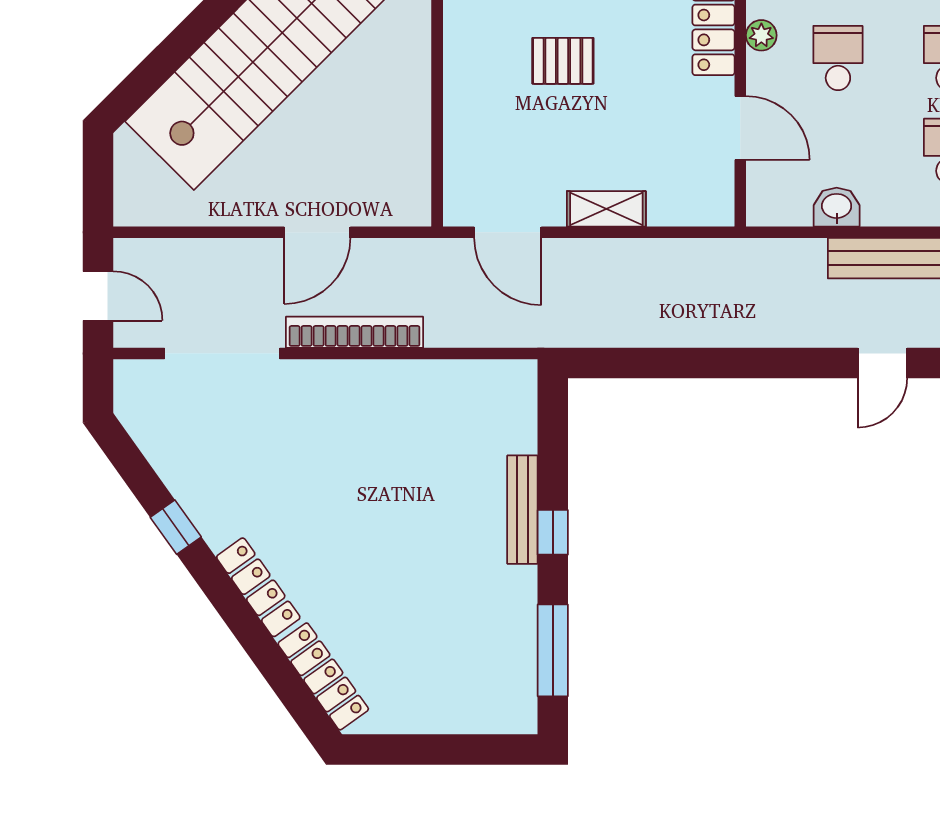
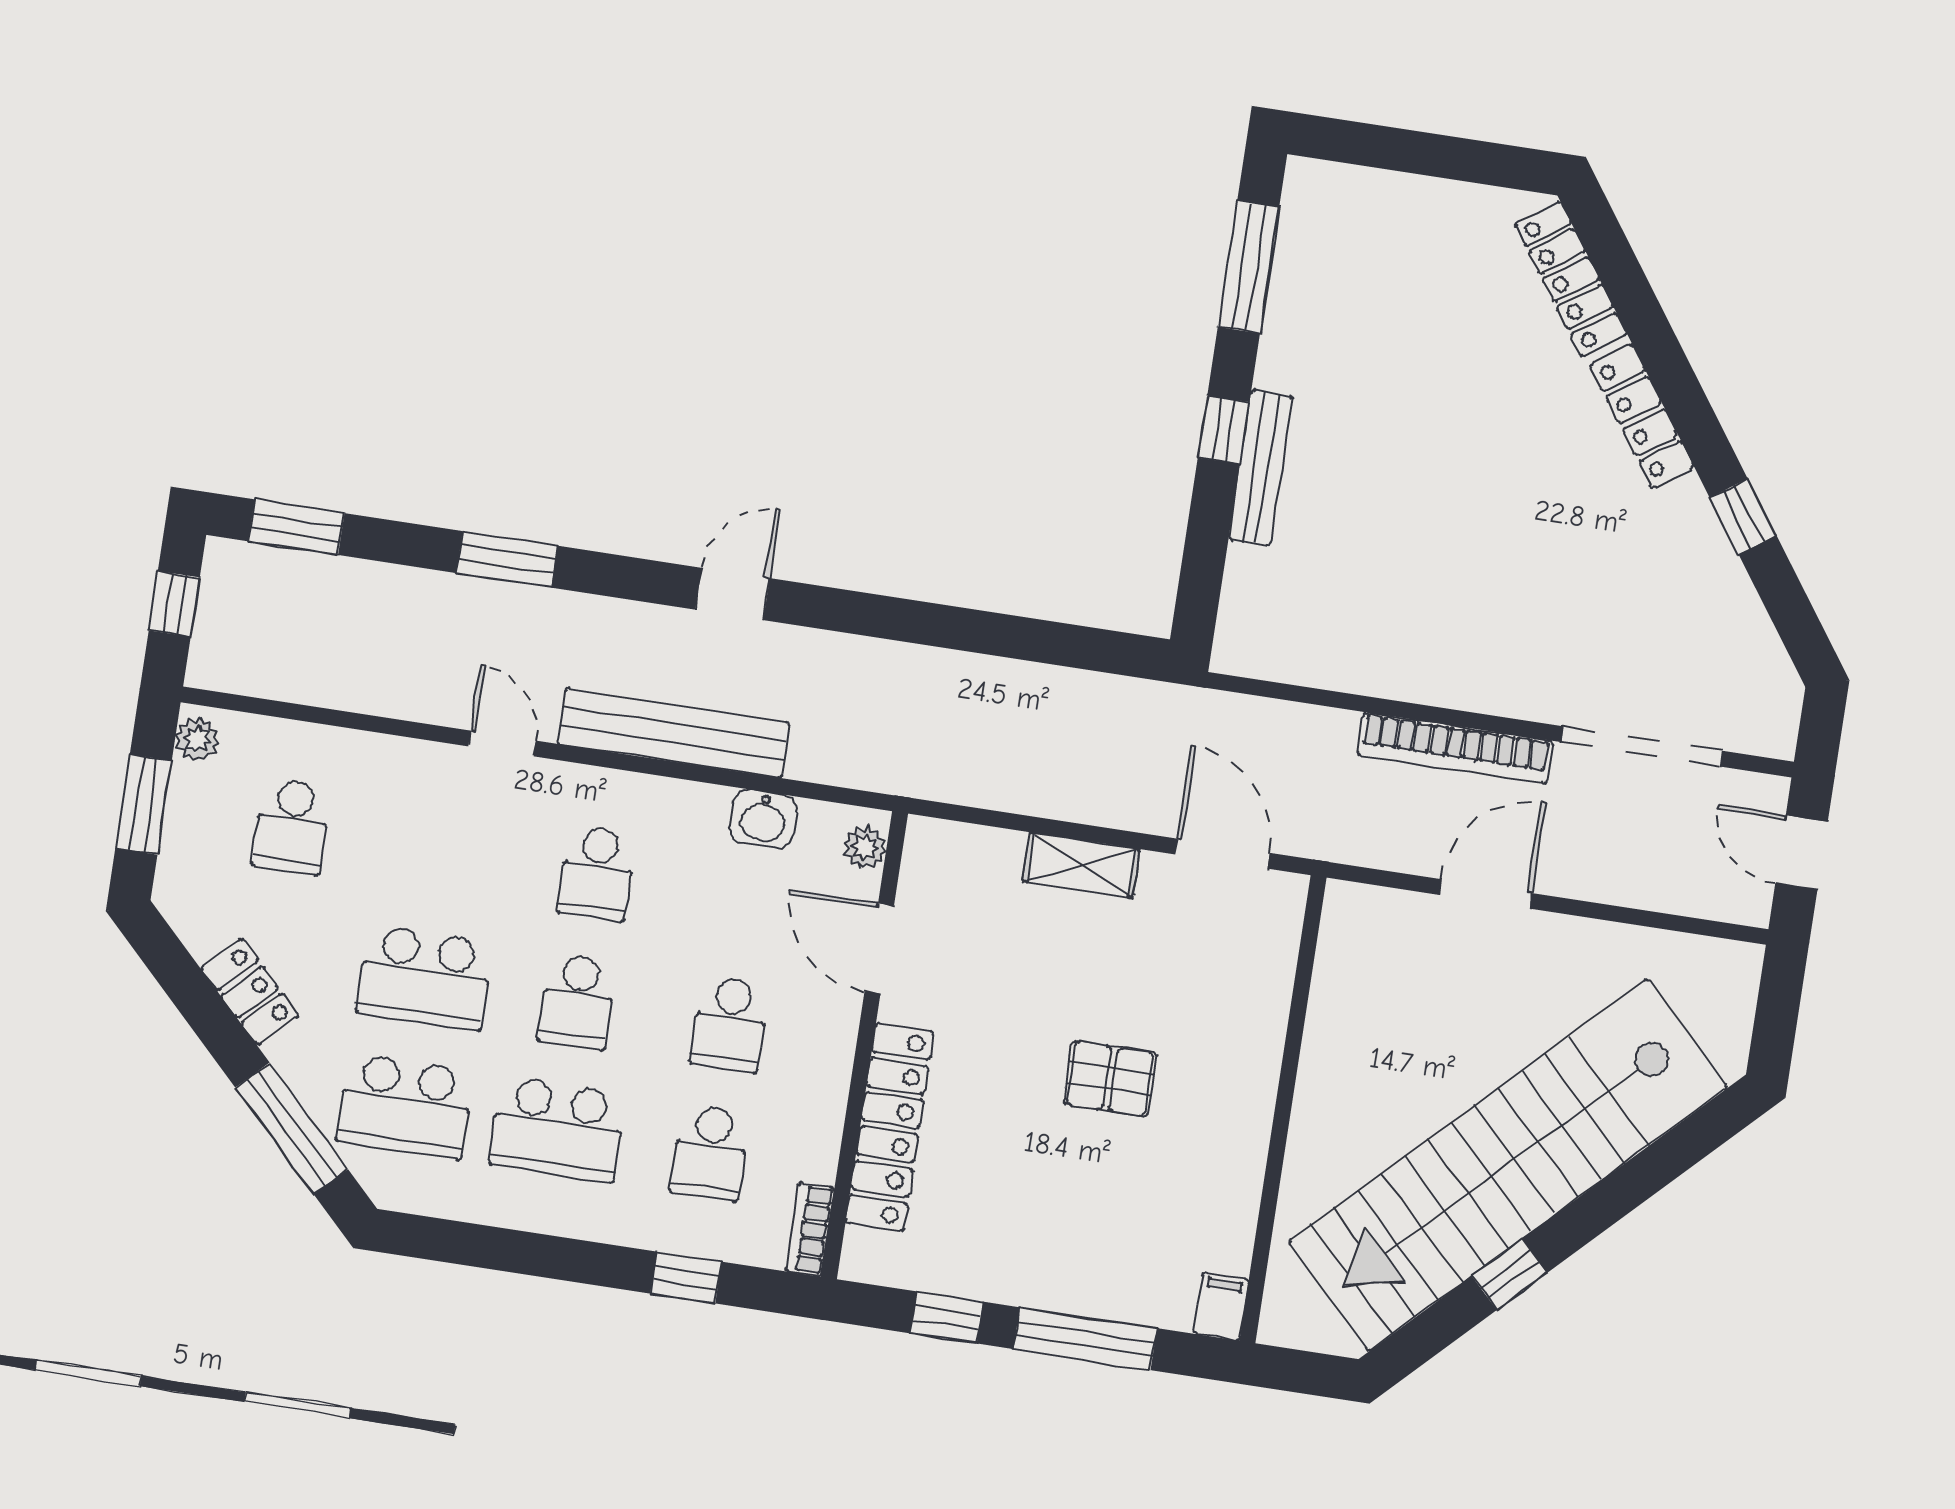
plant: (761, 35) -> (865, 847), moved

